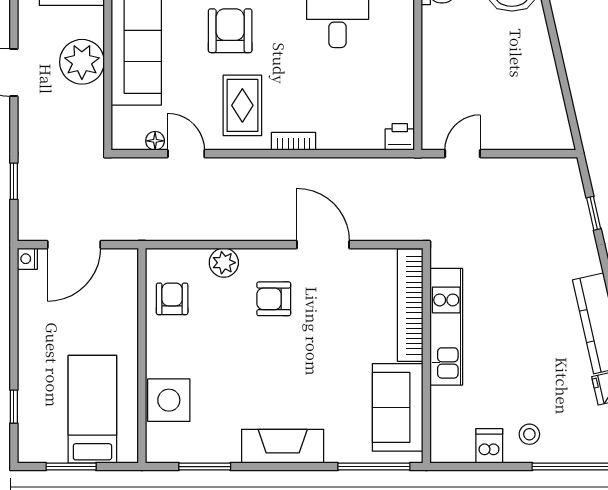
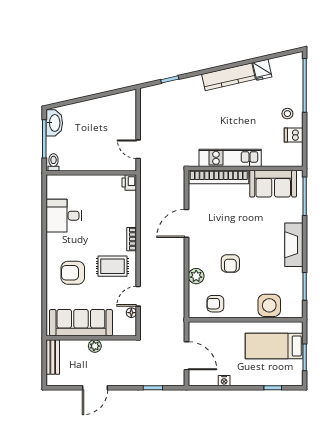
plant: (82, 62) -> (95, 346), width x0.53, depth x0.53
nightstand: (27, 259) -> (224, 381), moved
armchair: (274, 299) -> (230, 264), moved

